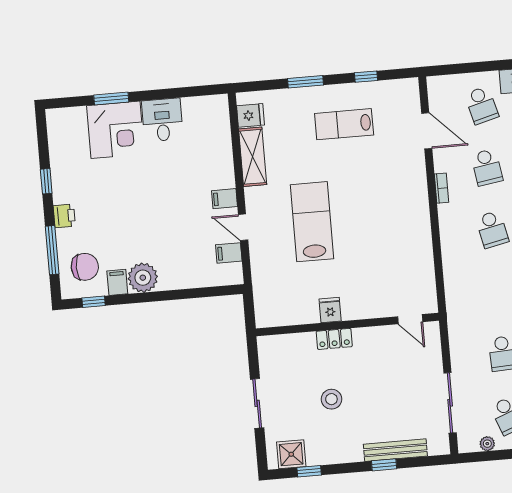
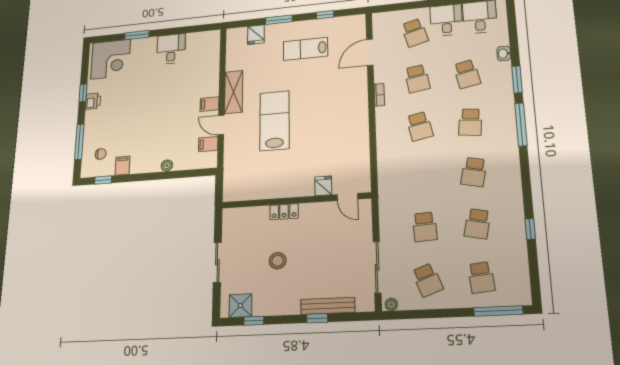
fridge: (251, 115) -> (256, 35), moved, turned 90
corner desk: (115, 130) -> (111, 59), moved
door: (427, 131) -> (370, 52), swing flipped
shelving: (253, 157) -> (234, 92), moved
printer: (64, 216) -> (93, 101), moved
chair: (85, 267) -> (101, 154), width x0.54, depth x0.54
plant: (143, 278) -> (167, 166), moved, width x0.53, depth x0.53
fridge: (330, 310) -> (323, 186), moved
plant: (487, 444) -> (391, 304), moved

